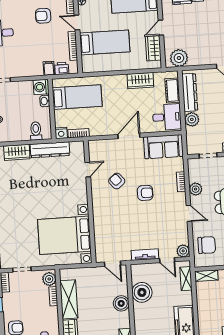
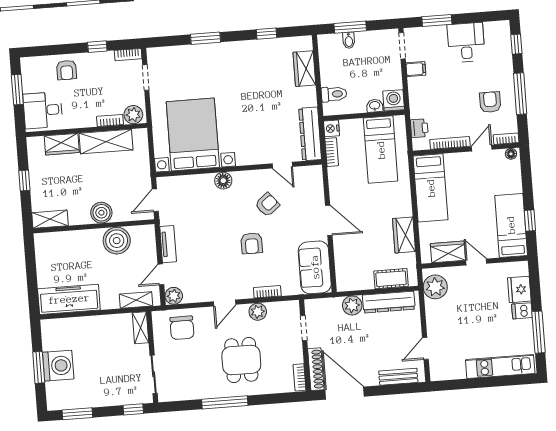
bed: (105, 42) -> (431, 188), moved
filing cabinet: (49, 68) -> (416, 69), moved
desk: (167, 117) -> (355, 272), removed
dresser: (50, 150) -> (310, 134), moved
floor lamp: (99, 213) -> (223, 181), added

